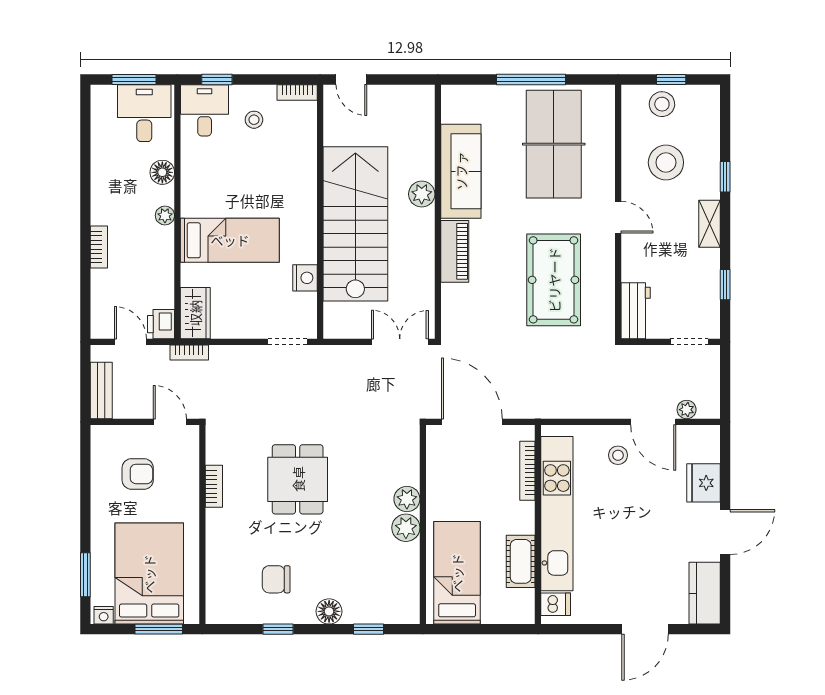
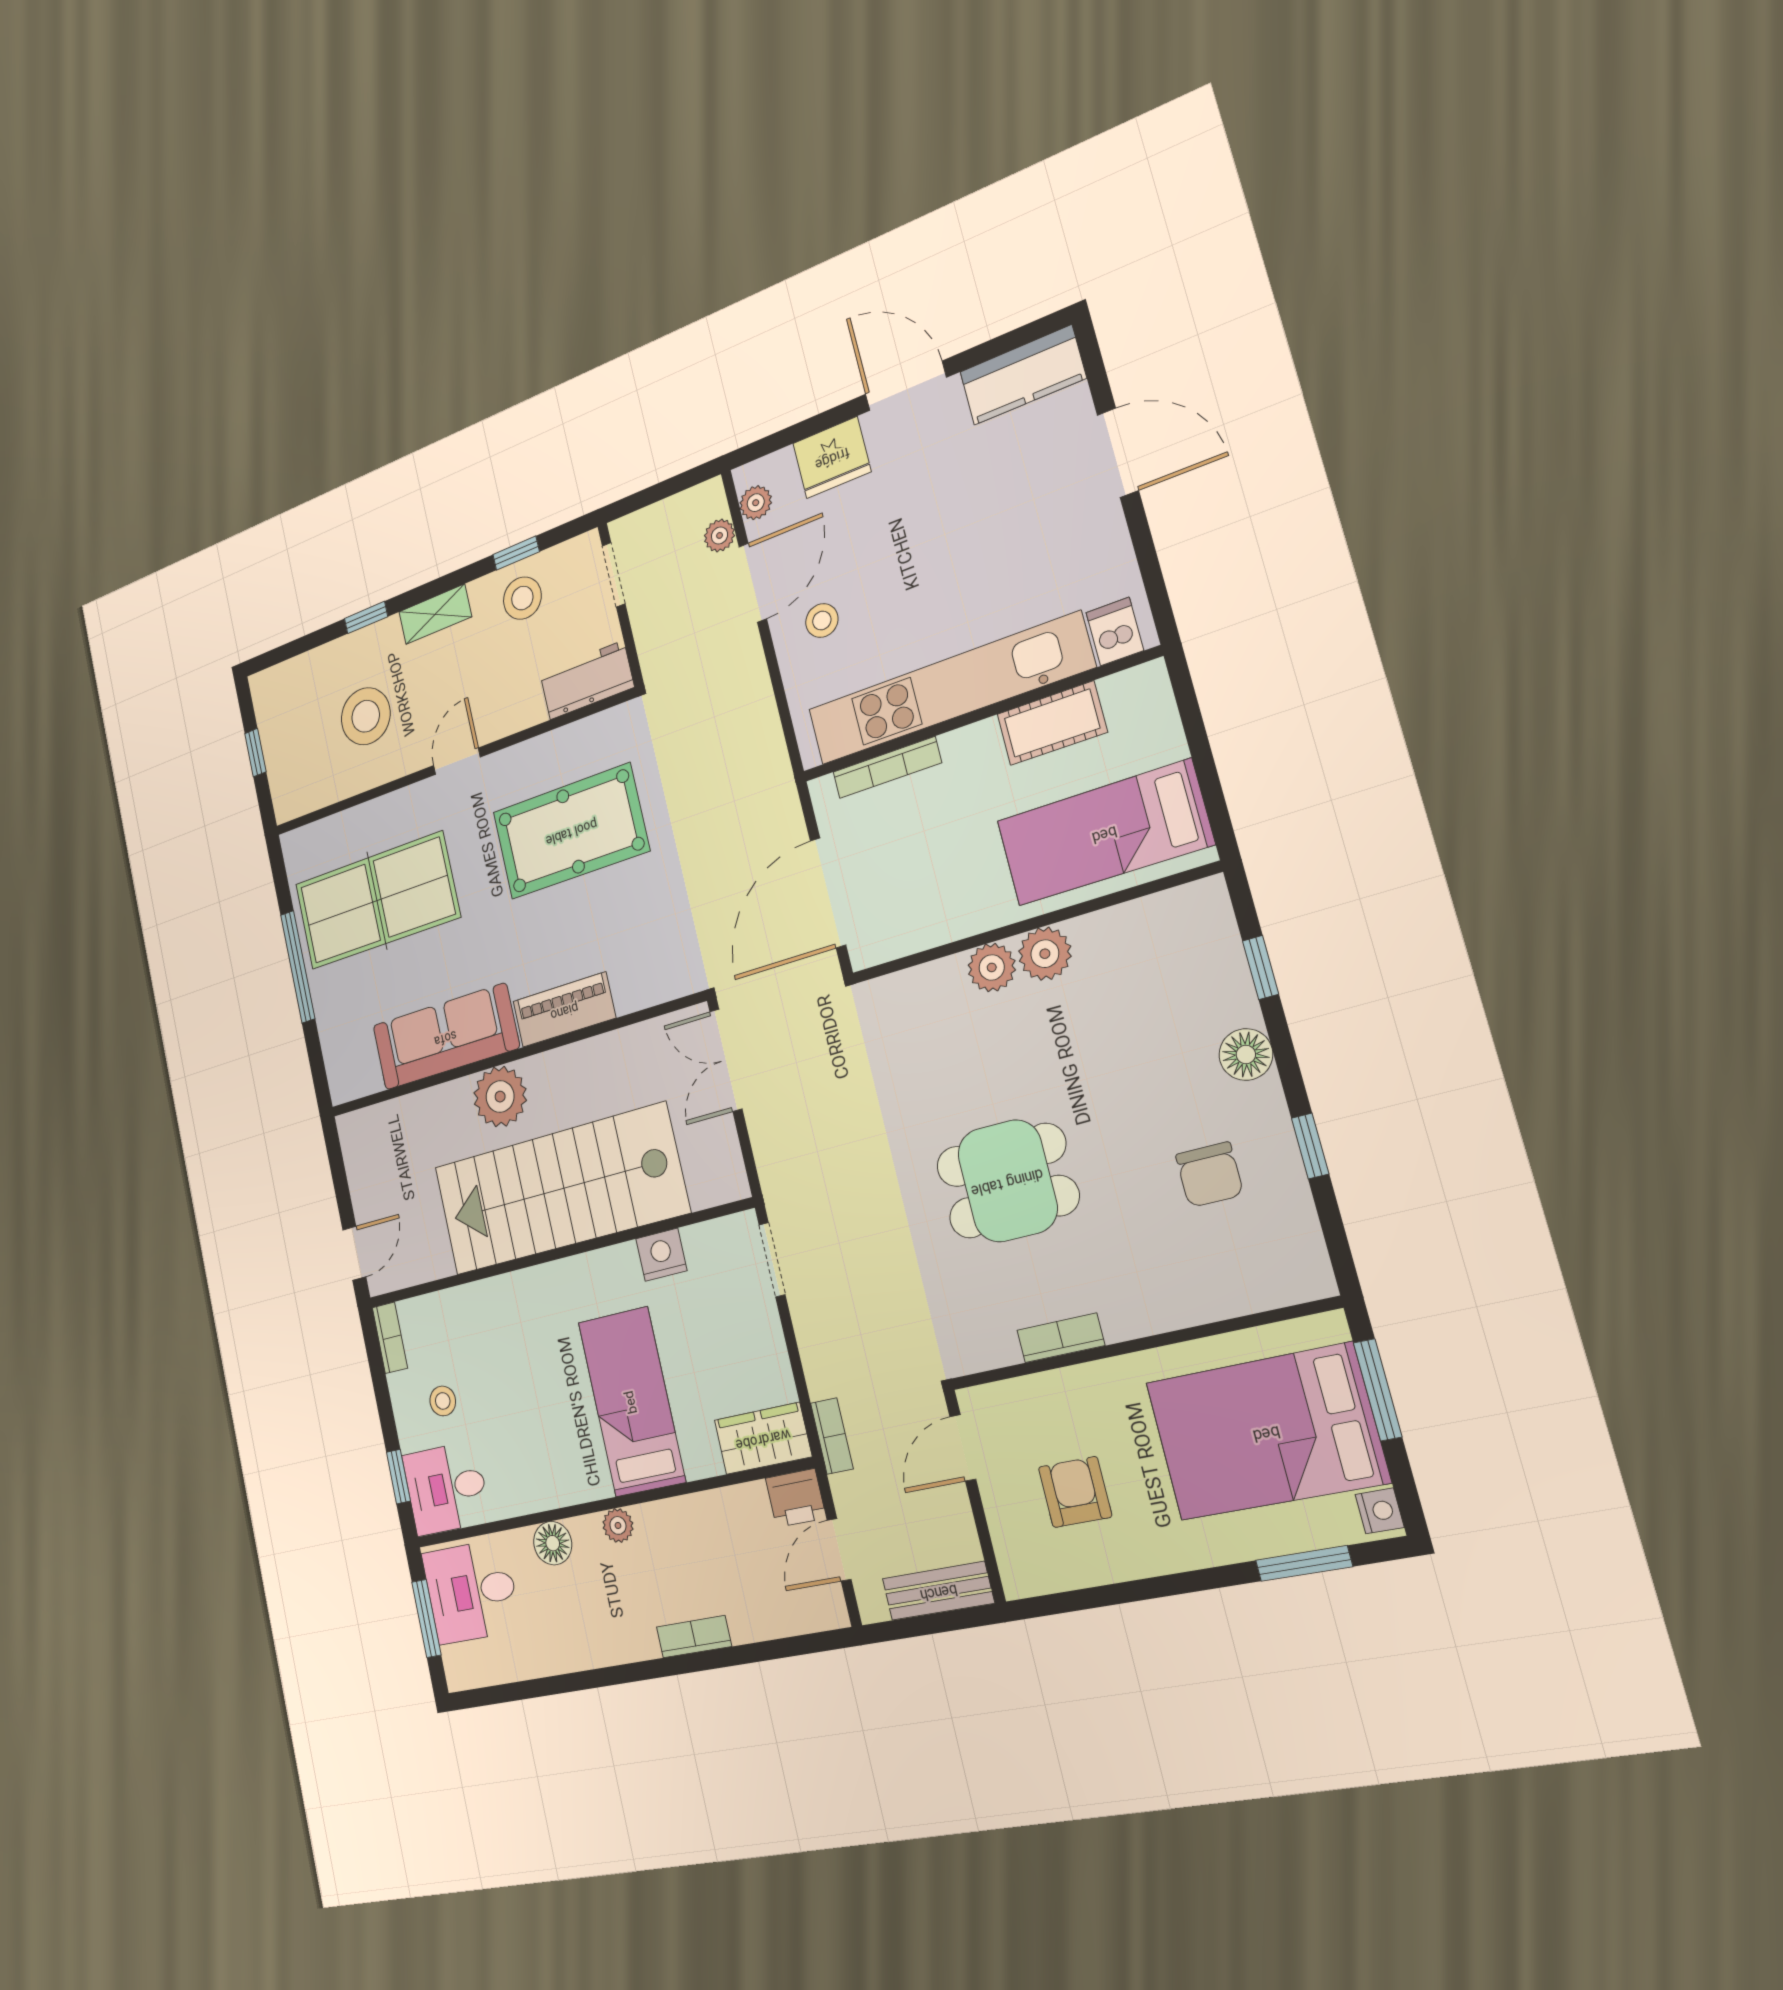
stool: (662, 104) -> (522, 598), moved
plant: (422, 194) -> (500, 1097), width x1.36, depth x1.36
plant: (696, 435) -> (756, 503), added

